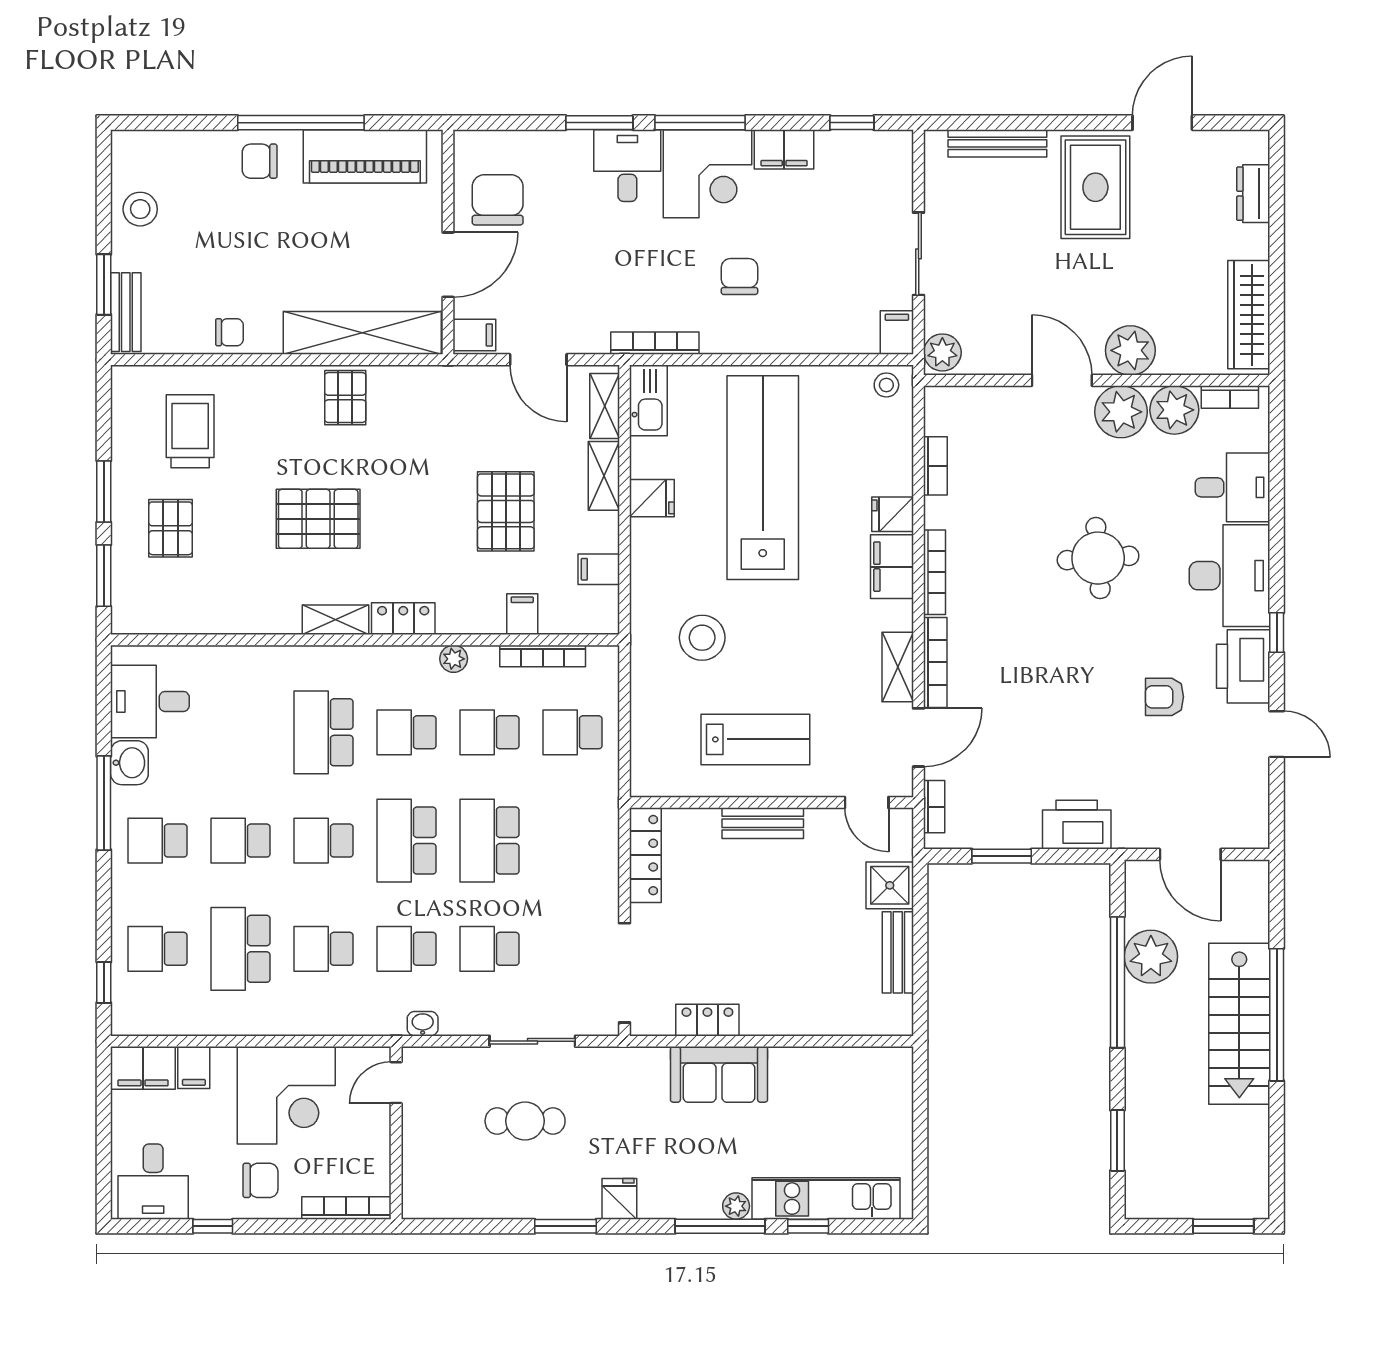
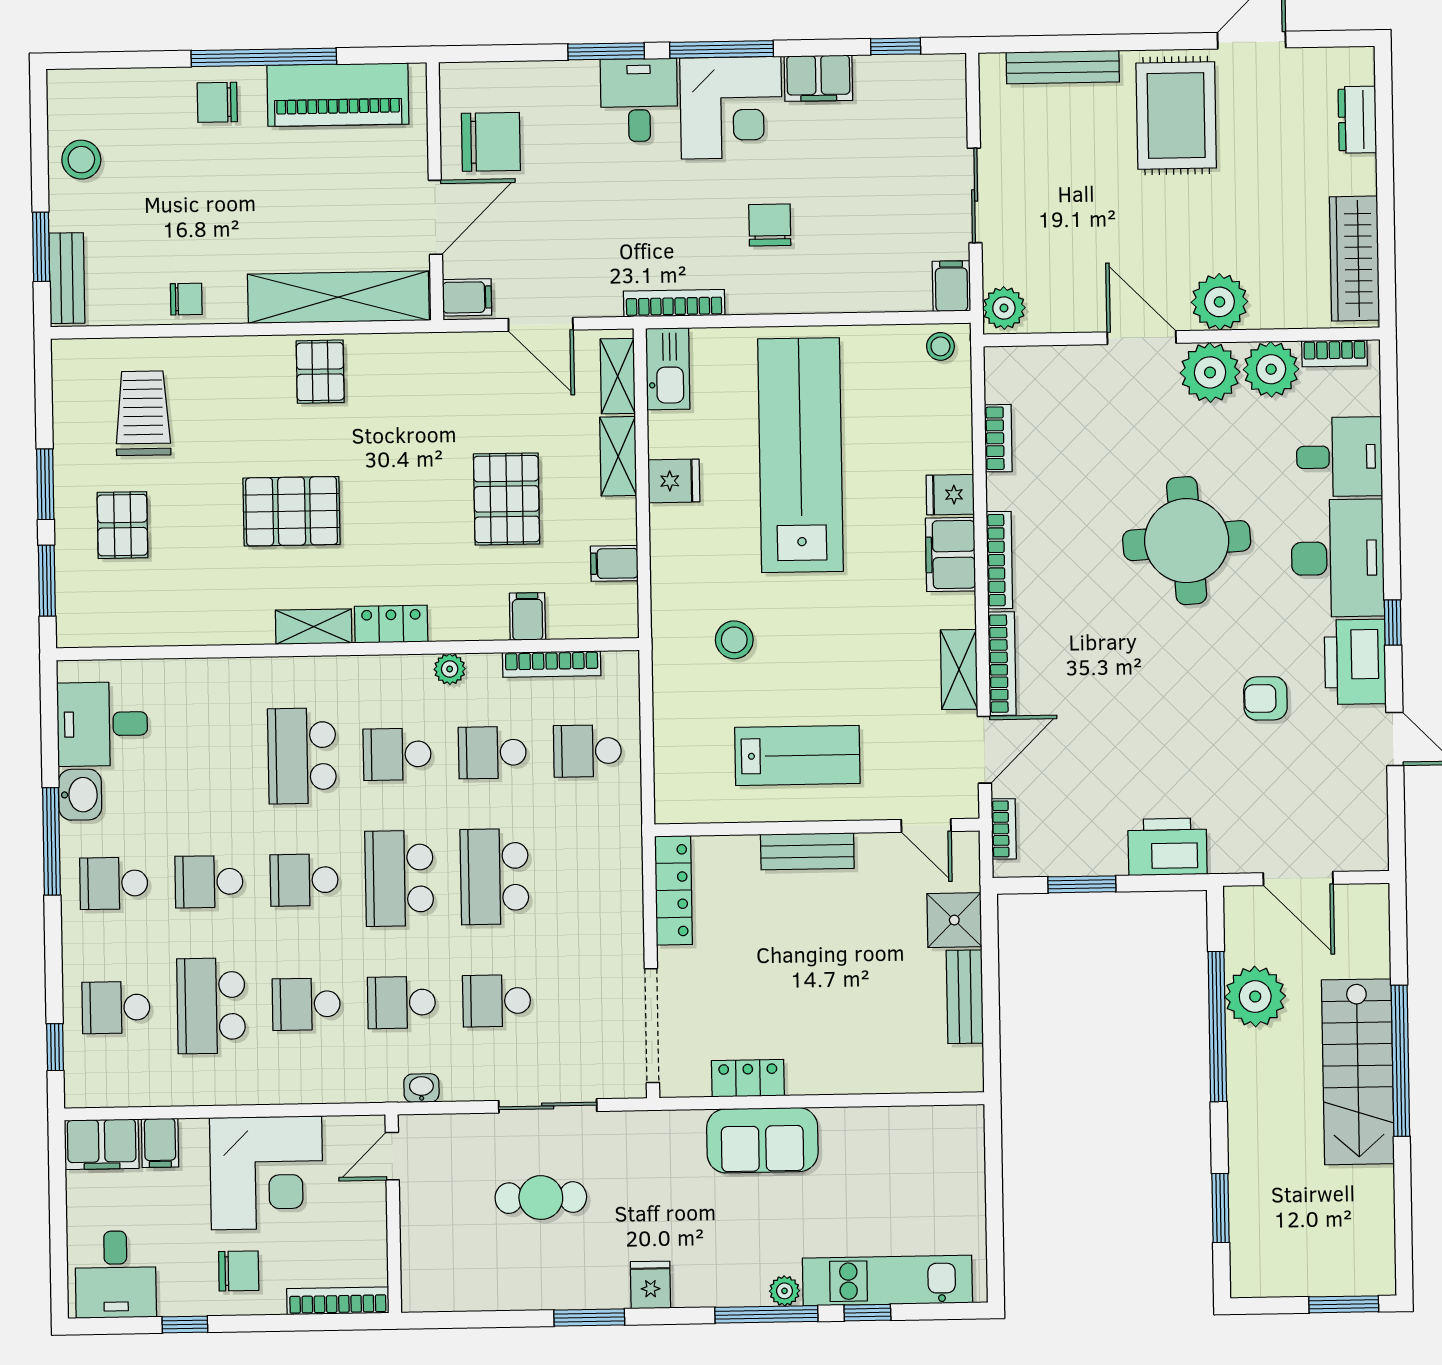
chair: (498, 200) -> (491, 142), turned 90
round table: (1098, 558) -> (1187, 541), width x1.36, depth x1.36
stool: (702, 638) -> (734, 640), width x0.73, depth x0.73

